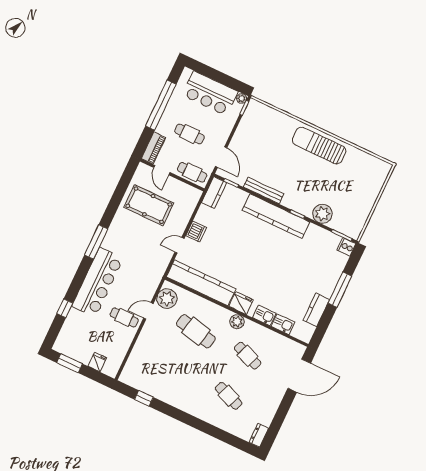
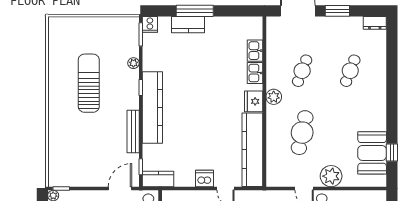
sun lounger: (319, 146) -> (89, 83), moved, turned 180
plant: (322, 214) -> (133, 63), width x0.53, depth x0.53
plant: (167, 299) -> (331, 176), moved
kitchen counter: (316, 310) -> (188, 25), moved
booth: (151, 382) -> (372, 153), added
window: (284, 409) -> (337, 11), added

